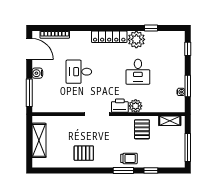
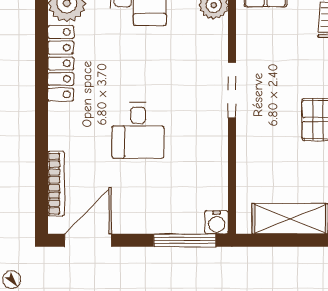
water cooler: (37, 73) -> (217, 222), moved
printer: (120, 106) -> (213, 40), removed

